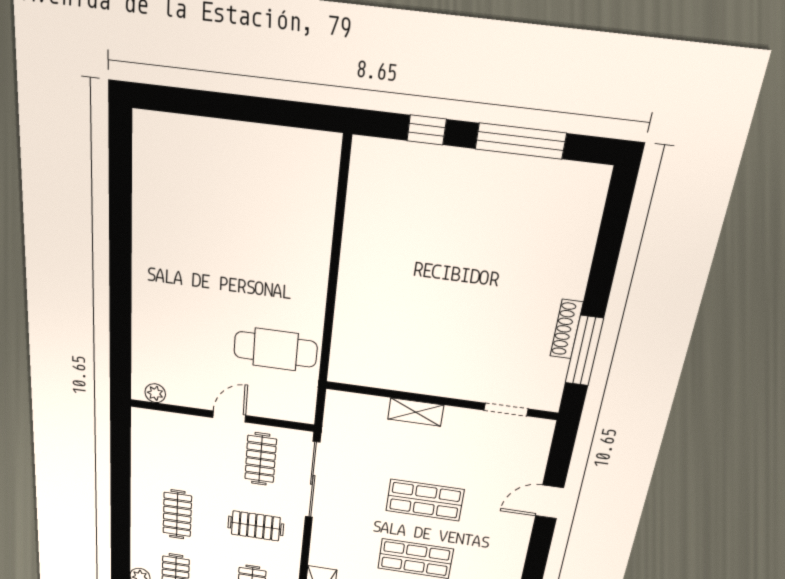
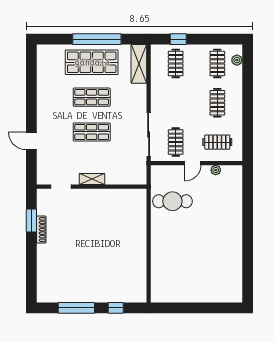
window: (584, 351) -> (31, 220), width x0.69
plant: (155, 393) -> (216, 170), moved
shelving: (416, 412) -> (92, 179), moved
door: (550, 502) -> (31, 141), swing flipped
clothes rail: (256, 526) -> (217, 142), moved

